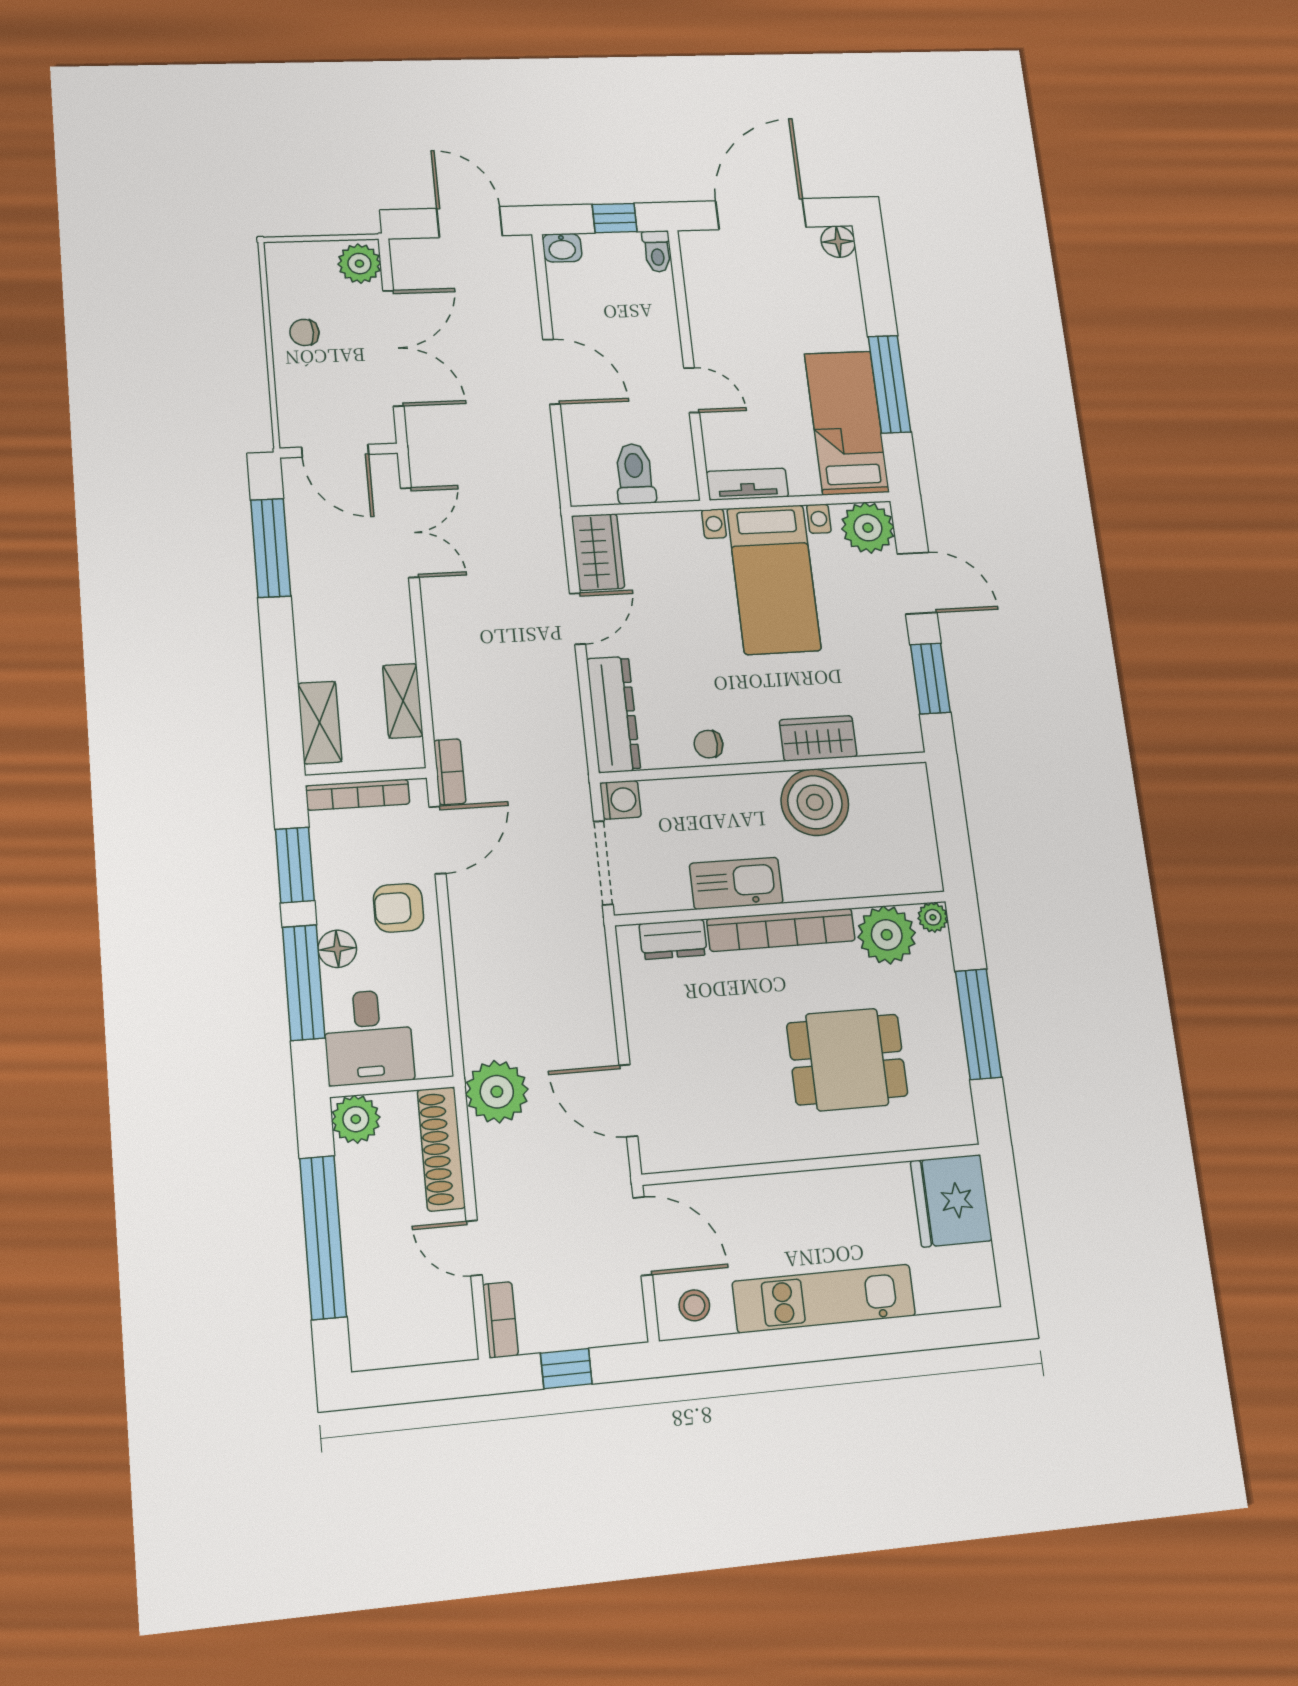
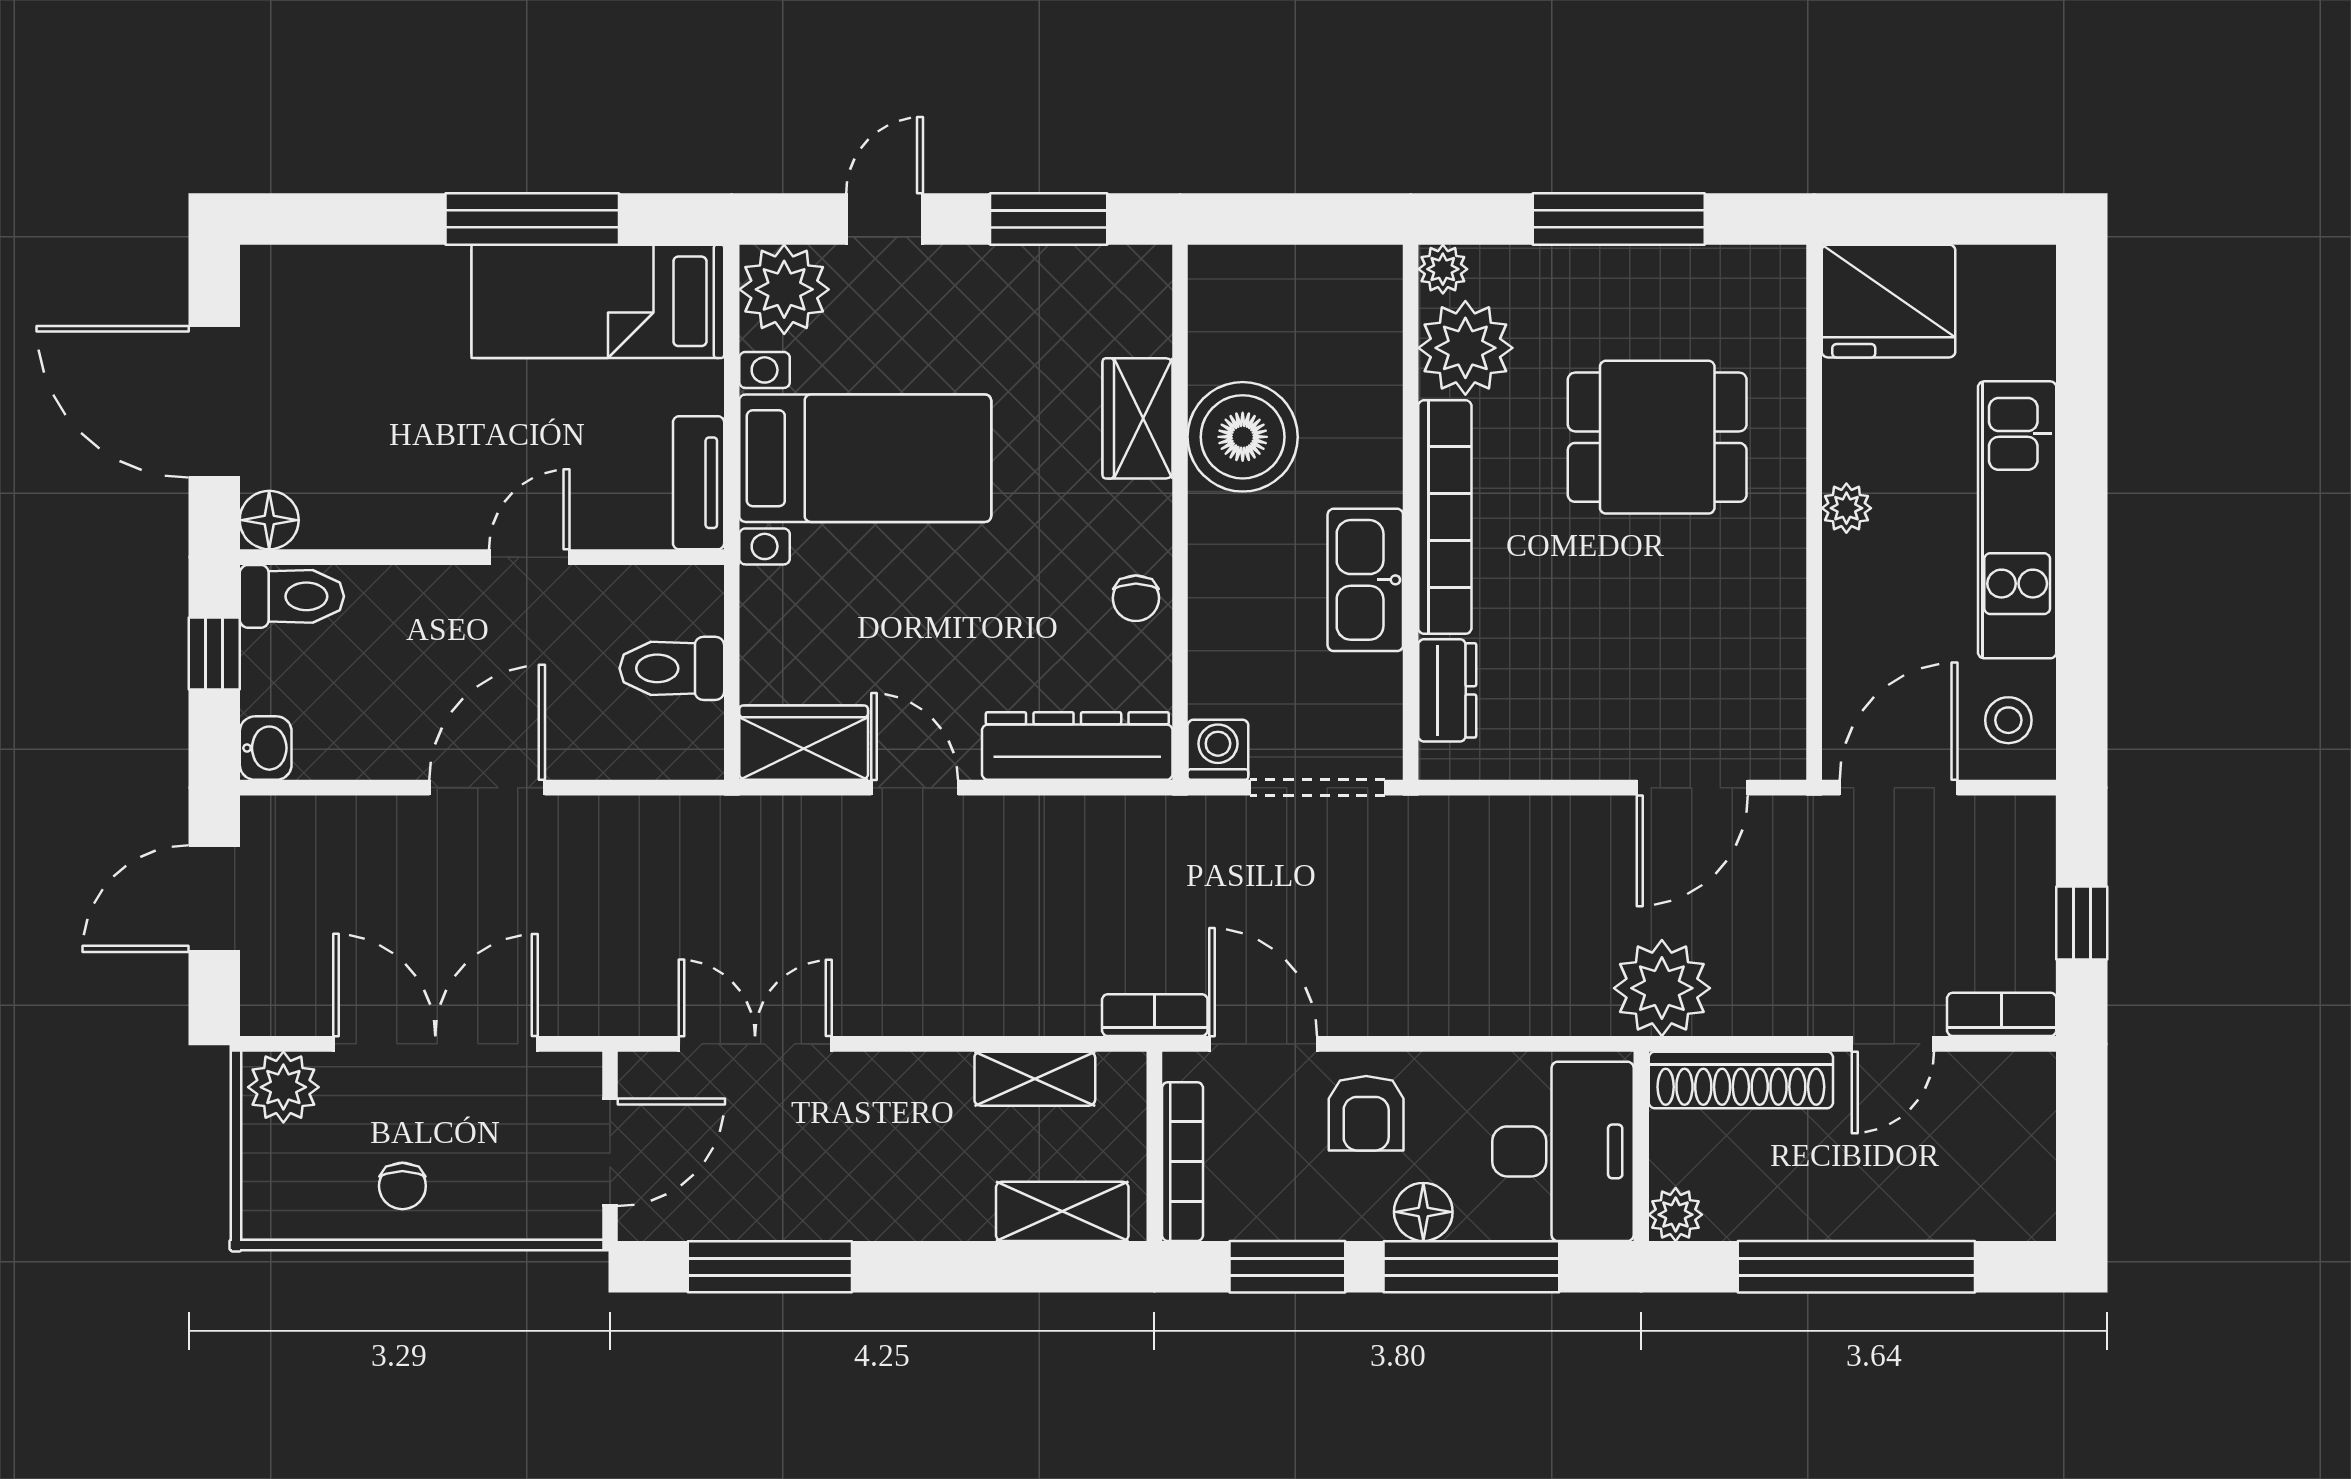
floor lamp: (838, 242) -> (269, 520), moved
toilet: (657, 251) -> (292, 596), width x1.37, depth x1.39
door: (917, 583) -> (885, 219), width x0.73
desk: (368, 1037) -> (1563, 1151), width x1.37
dining table: (847, 1059) -> (1657, 437), turned 90
plant: (356, 1119) -> (1676, 1215), width x0.73, depth x0.73
plant: (818, 1185) -> (1846, 508), added

